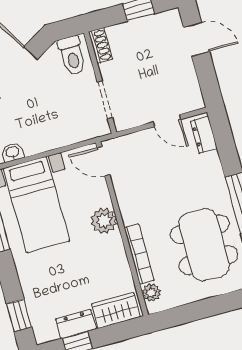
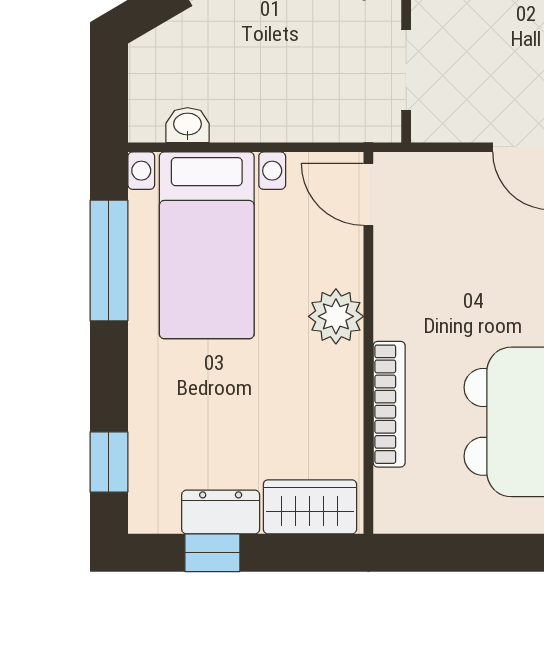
plant: (151, 293) -> (392, 490), removed

